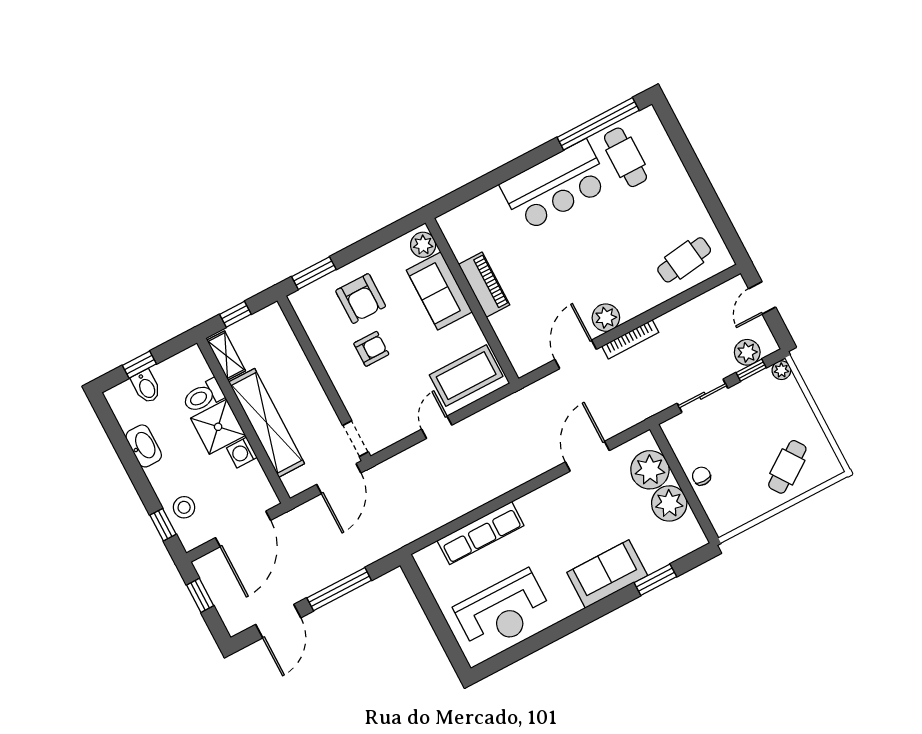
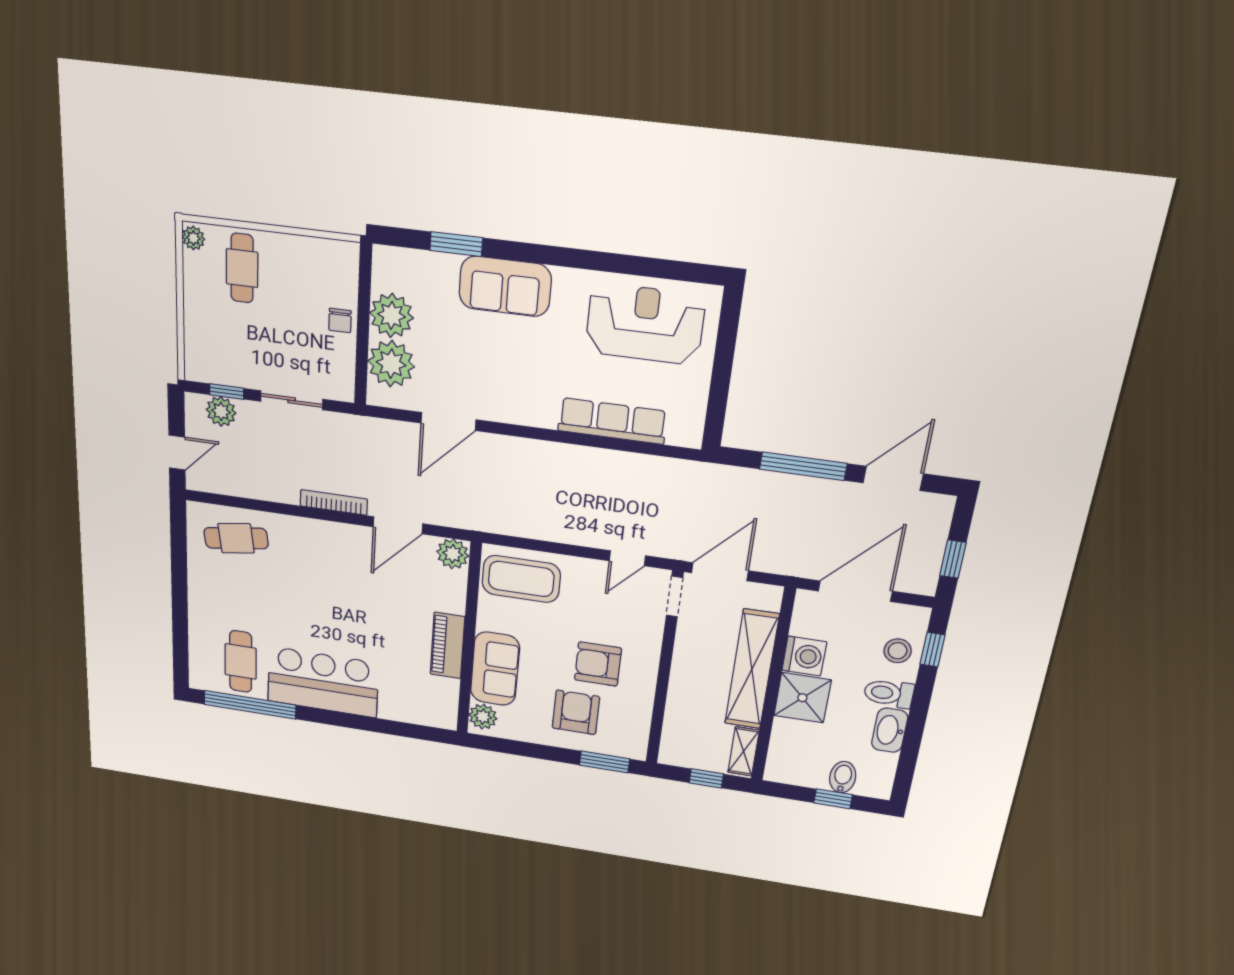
plant: (606, 318) -> (453, 554), moved
armchair: (371, 349) -> (598, 664), width x1.38, depth x1.38
plant: (781, 370) -> (193, 238), moved
toilet: (203, 396) -> (889, 693), moved, turned 180
door: (437, 427) -> (627, 558), moved
washing machine: (242, 453) -> (804, 656), width x1.38, depth x1.38
cafe table: (787, 467) -> (242, 268), turned -55

